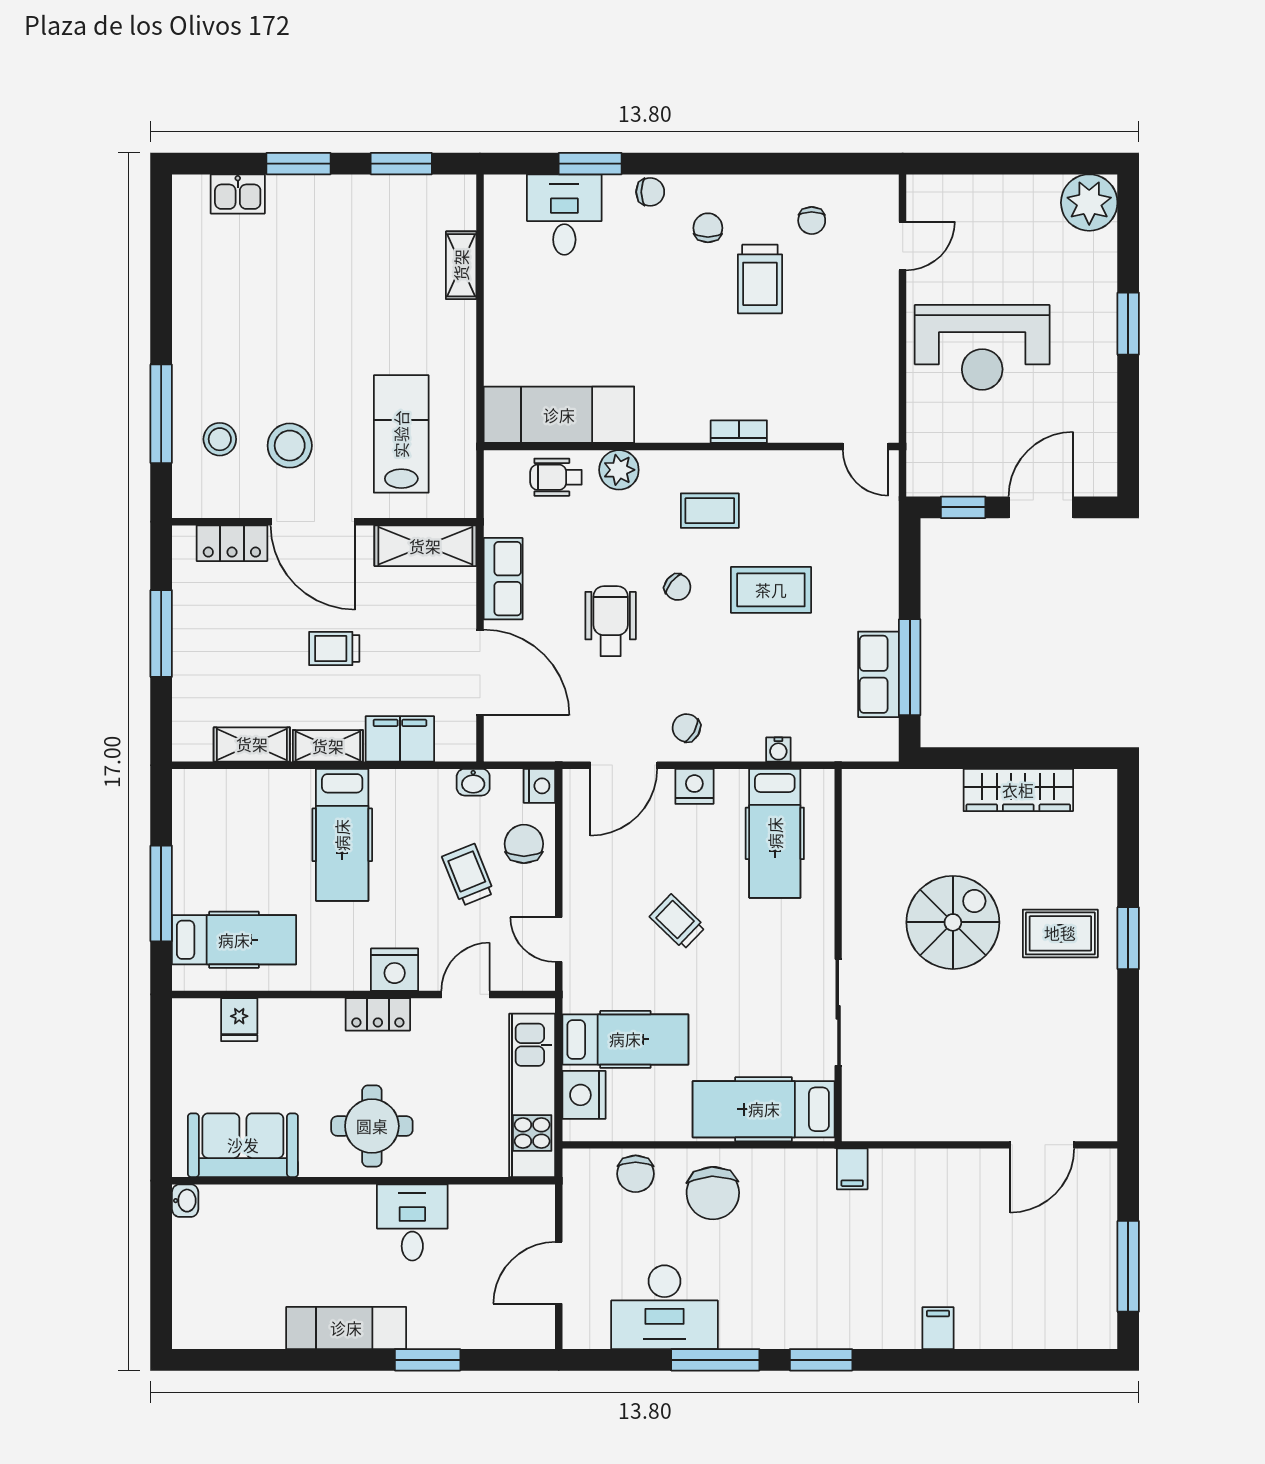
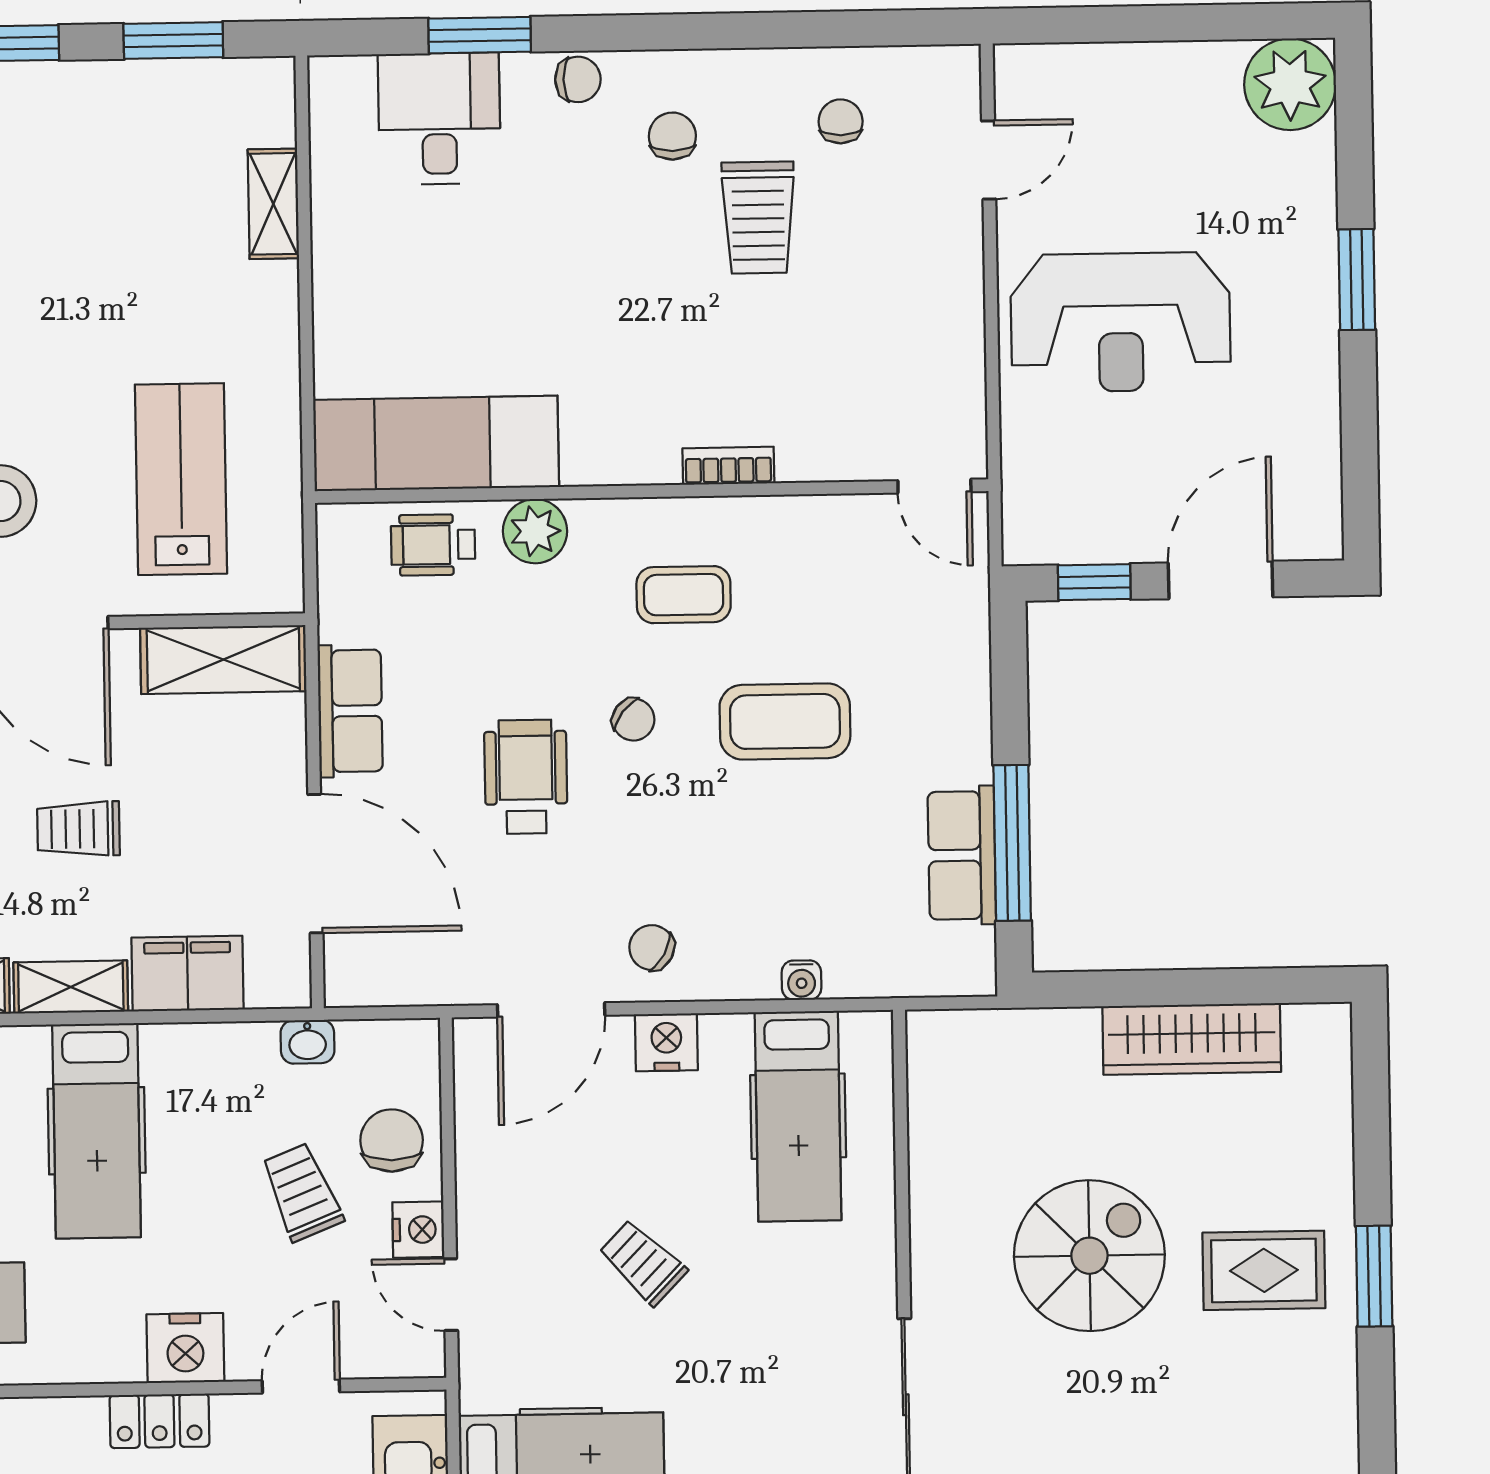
chair: (812, 221) -> (841, 121), turned 180
nightstand: (539, 786) -> (418, 1230), moved

